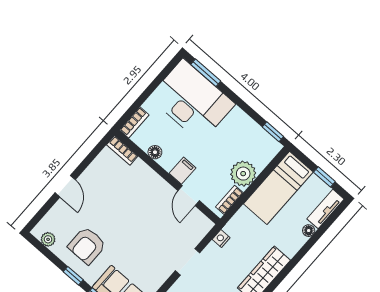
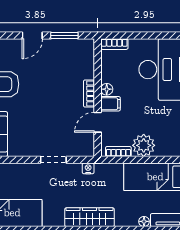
bookcase: (122, 150) -> (89, 93), moved
floor lamp: (155, 152) -> (107, 89), moved
window: (89, 159) -> (64, 35), added

